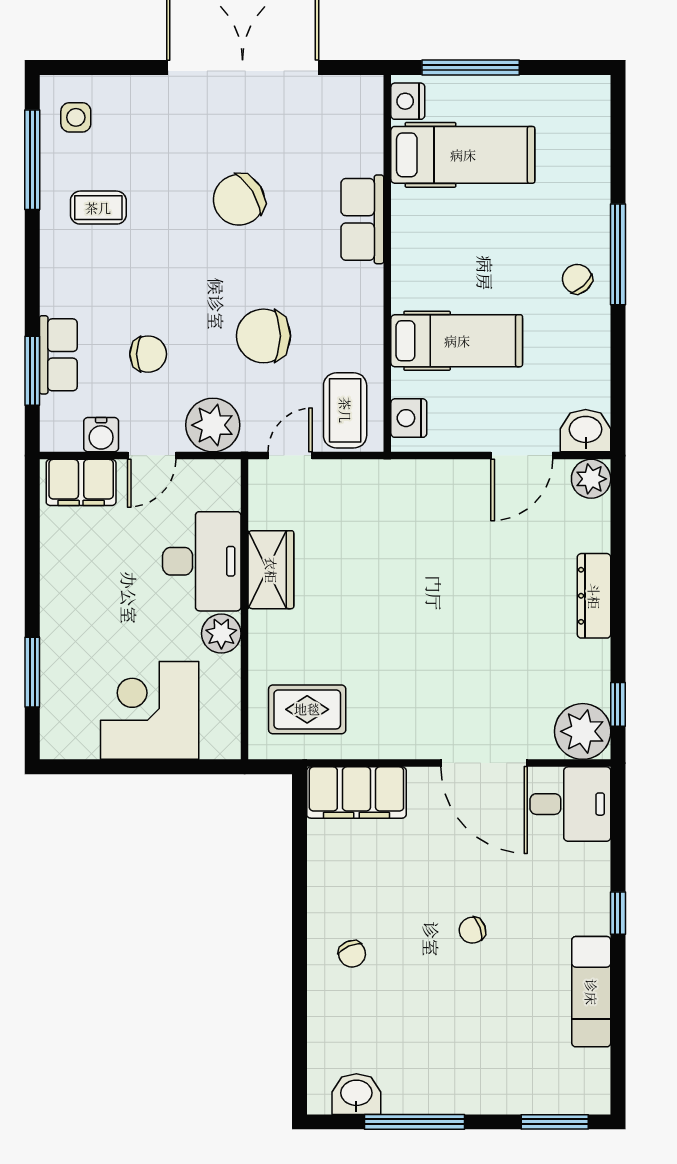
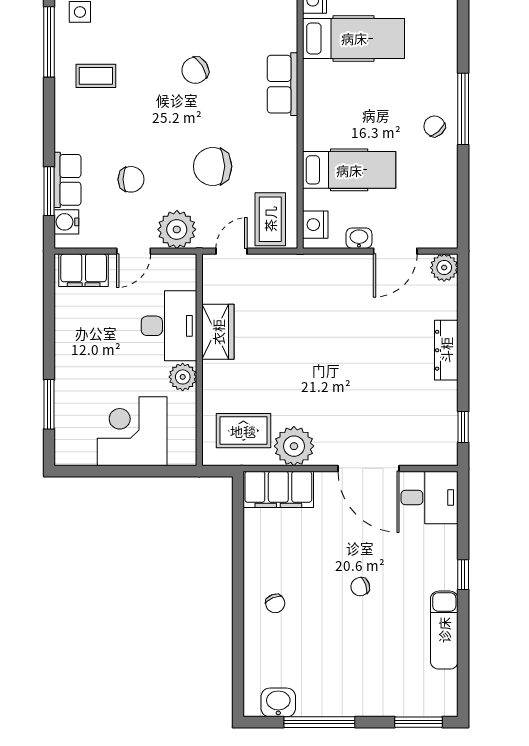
chair: (239, 200) -> (195, 70), width x0.73, depth x0.73
washbasin: (586, 431) -> (359, 238), moved, width x0.72, depth x0.69
water cooler: (101, 435) -> (66, 222), moved, turned 90
plant: (583, 731) -> (294, 446), moved

